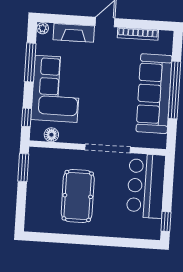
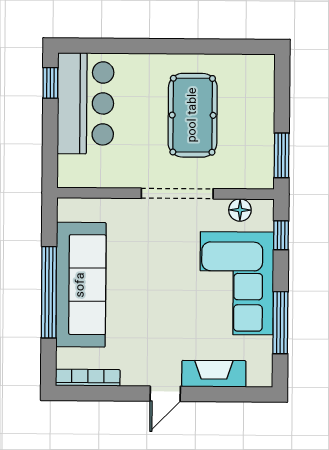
plant: (43, 28) -> (264, 378), removed
bookcase: (138, 34) -> (88, 378), moved
doorway: (108, 149) -> (177, 193), moved
bar counter: (146, 186) -> (86, 103), moved

